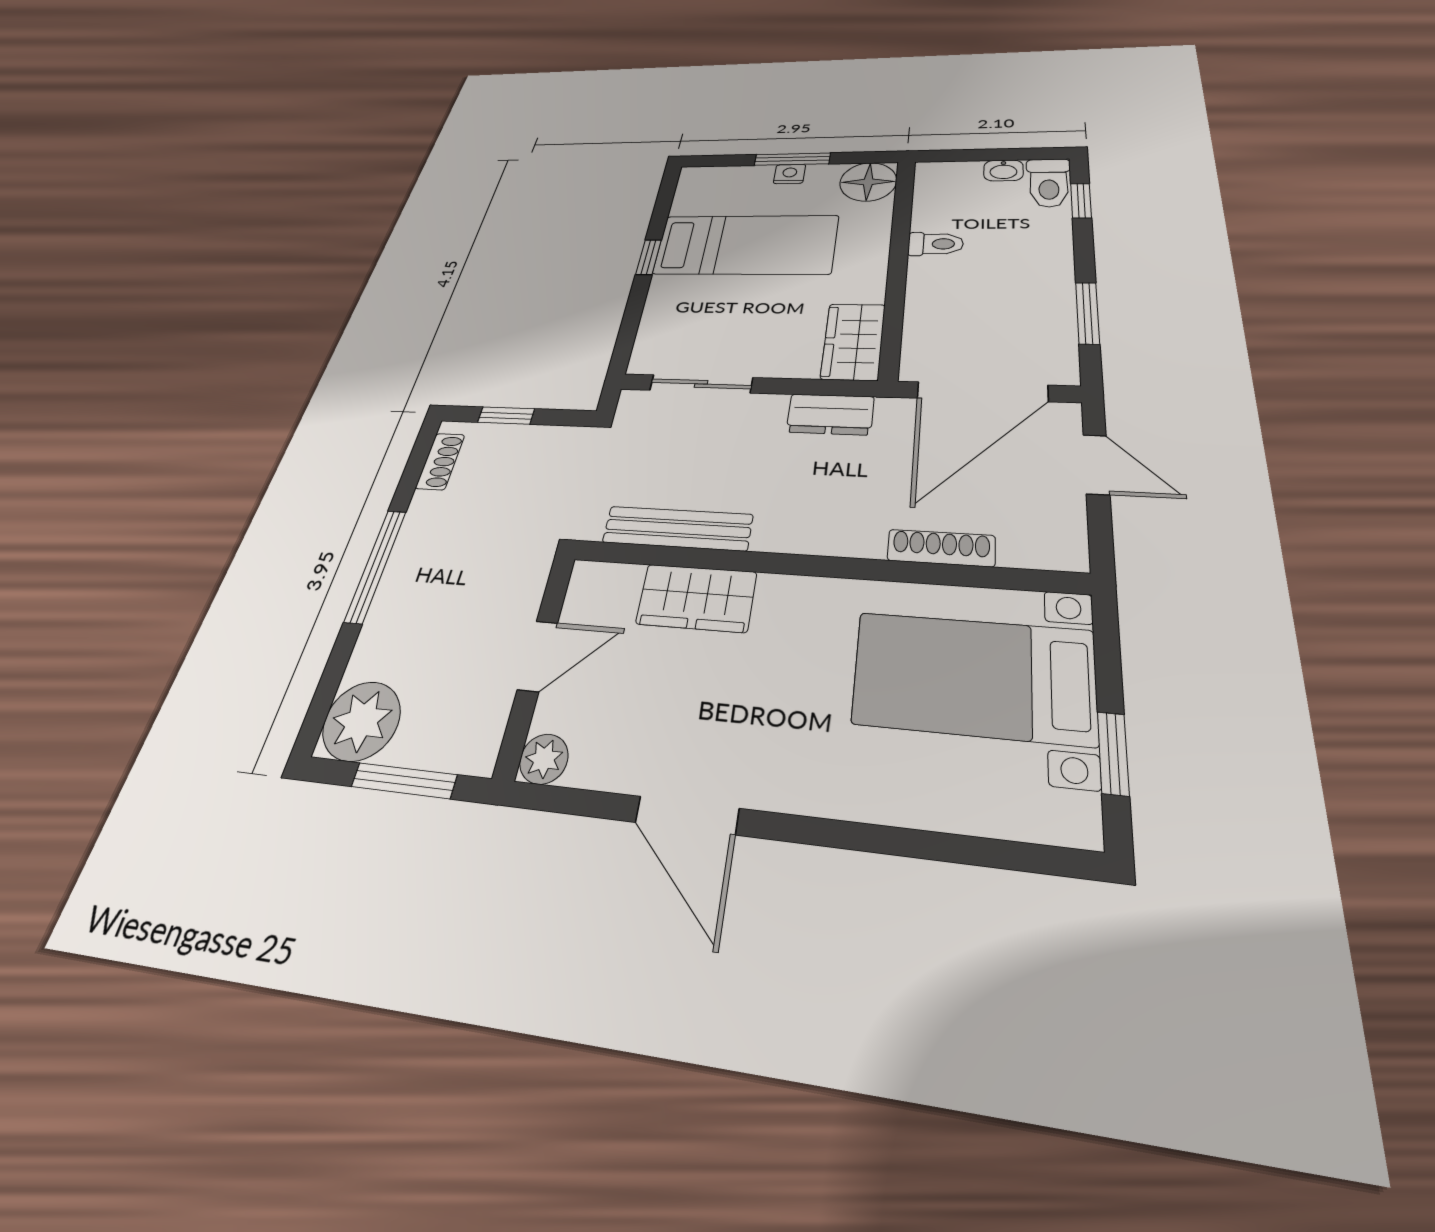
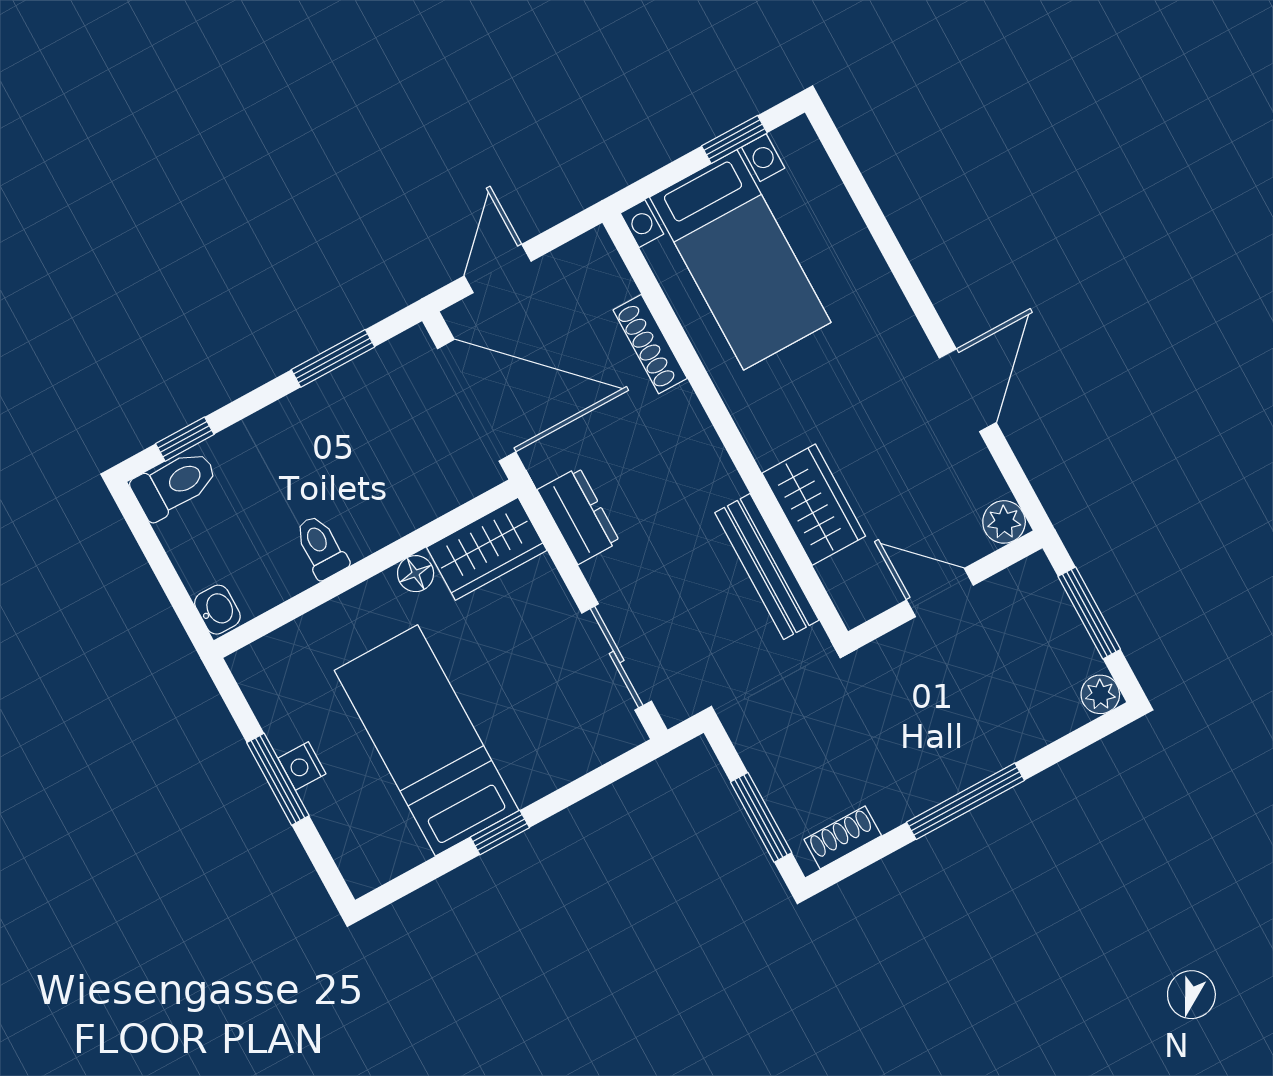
washbasin: (1003, 170) -> (217, 610), moved
floor lamp: (868, 182) -> (416, 574), moved, width x0.53, depth x0.53
window: (506, 416) -> (761, 817), width x1.50
plant: (361, 721) -> (1100, 694), width x0.53, depth x0.53

